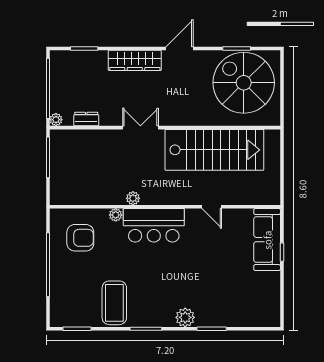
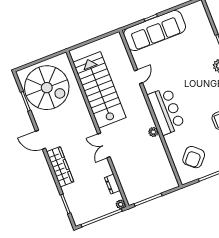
spiral stairs: (244, 83) -> (47, 88), turned -90
plant: (116, 215) -> (169, 139), removed
armchair: (80, 238) -> (194, 157), turned -139
sofa: (267, 240) -> (155, 30), width x1.36, depth x1.27

